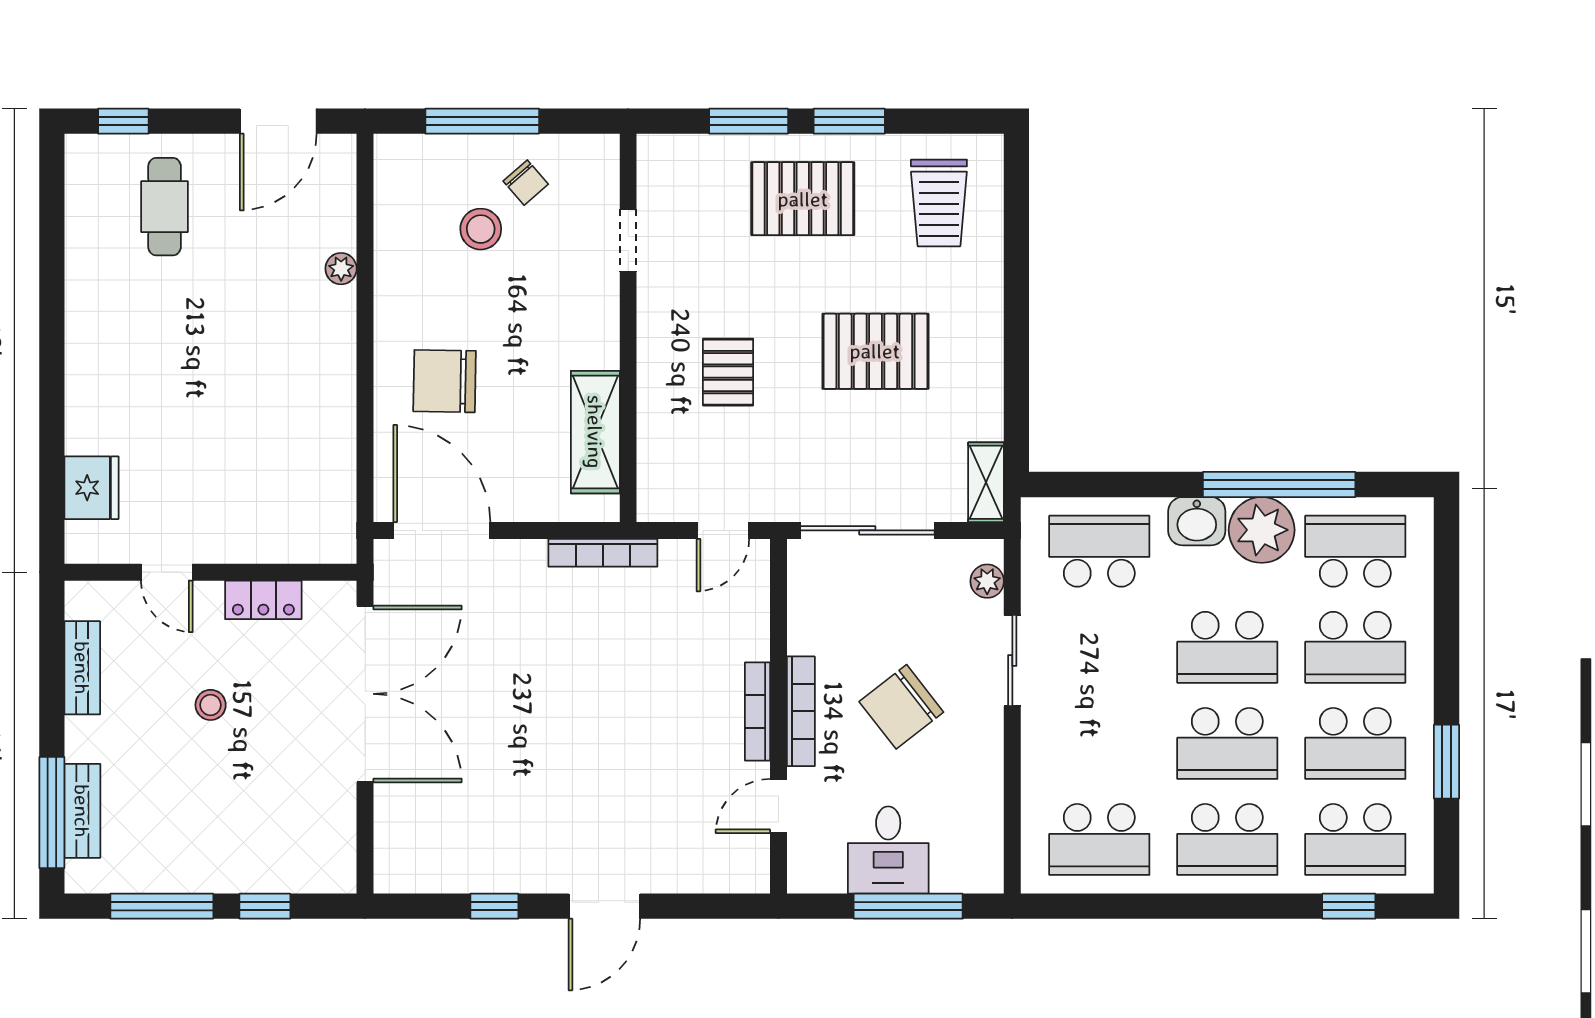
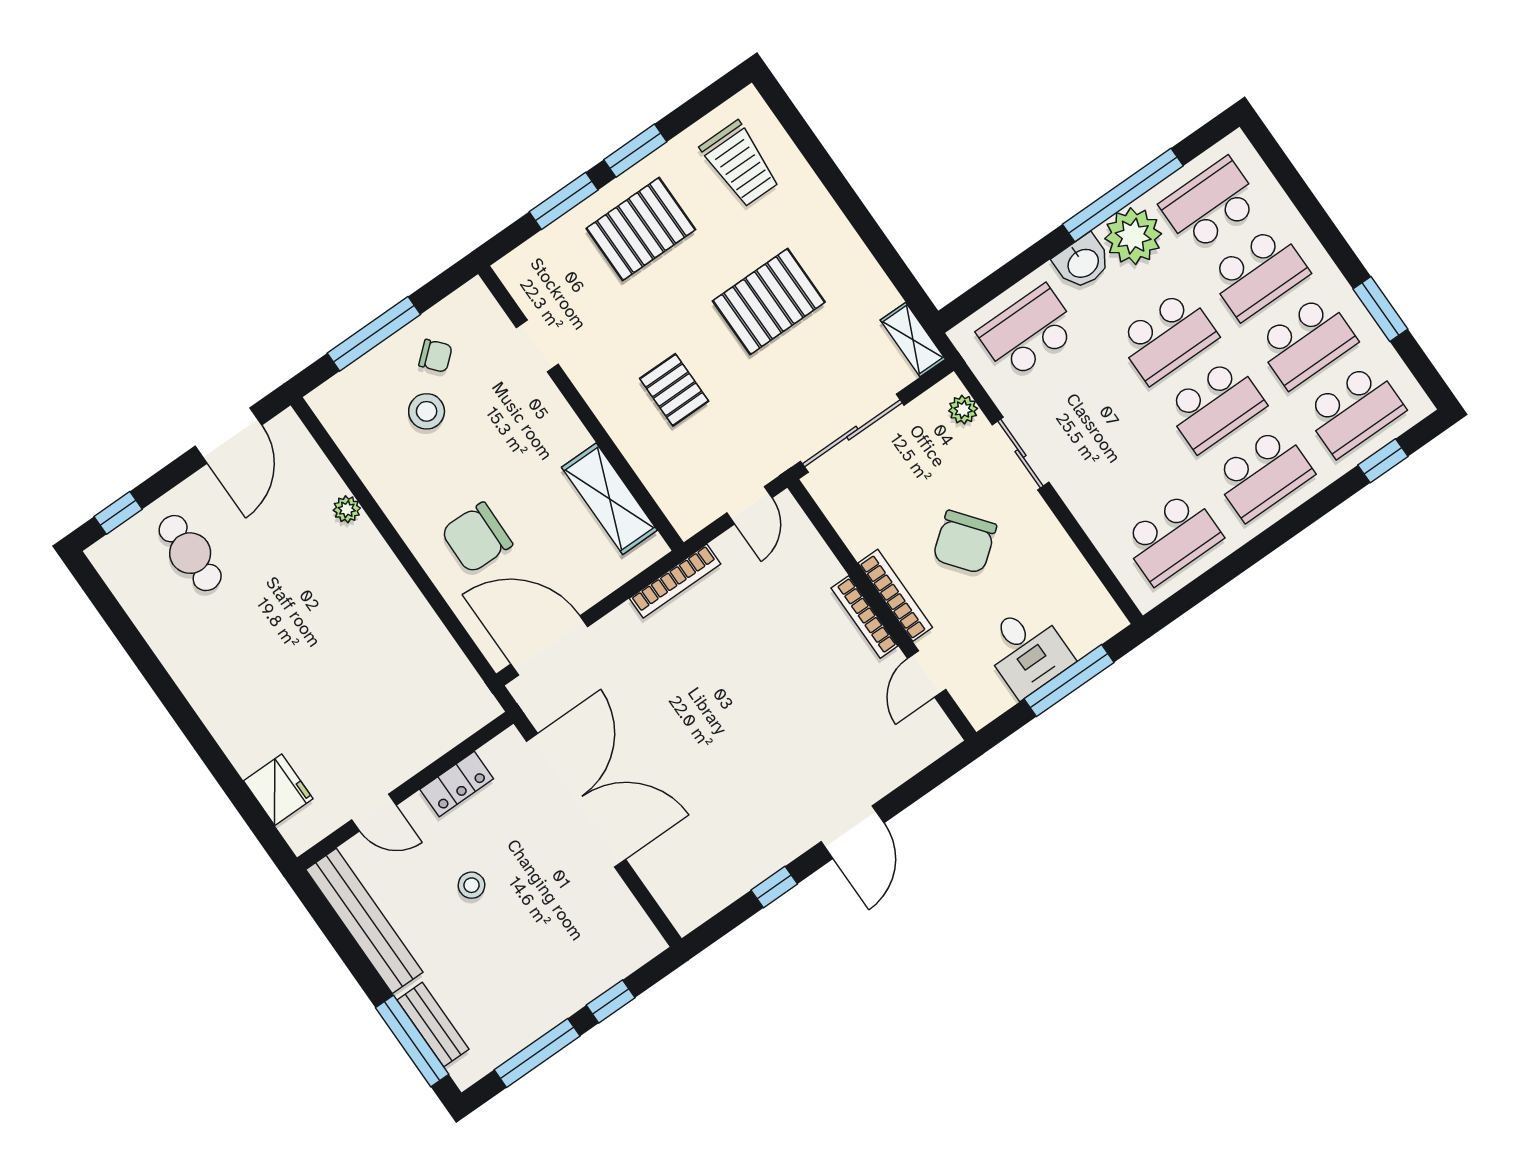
bench: (82, 668) -> (364, 921), width x1.86, depth x1.21

